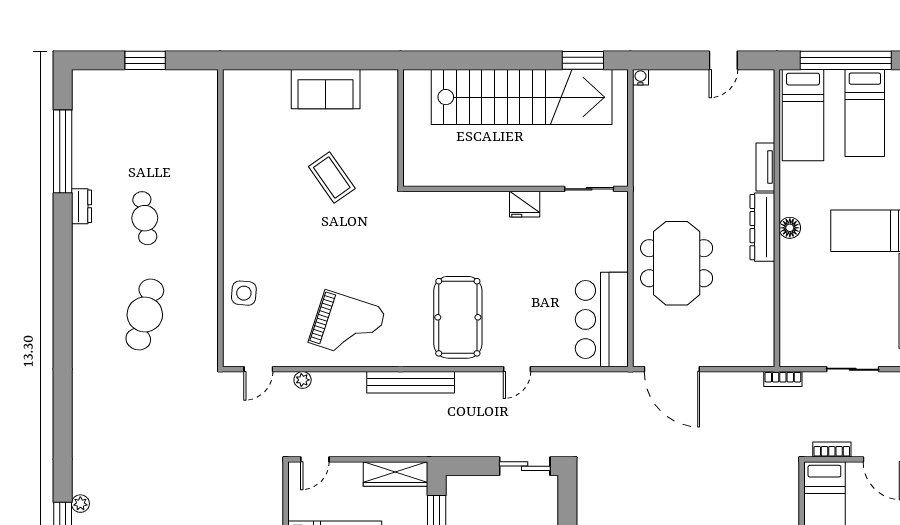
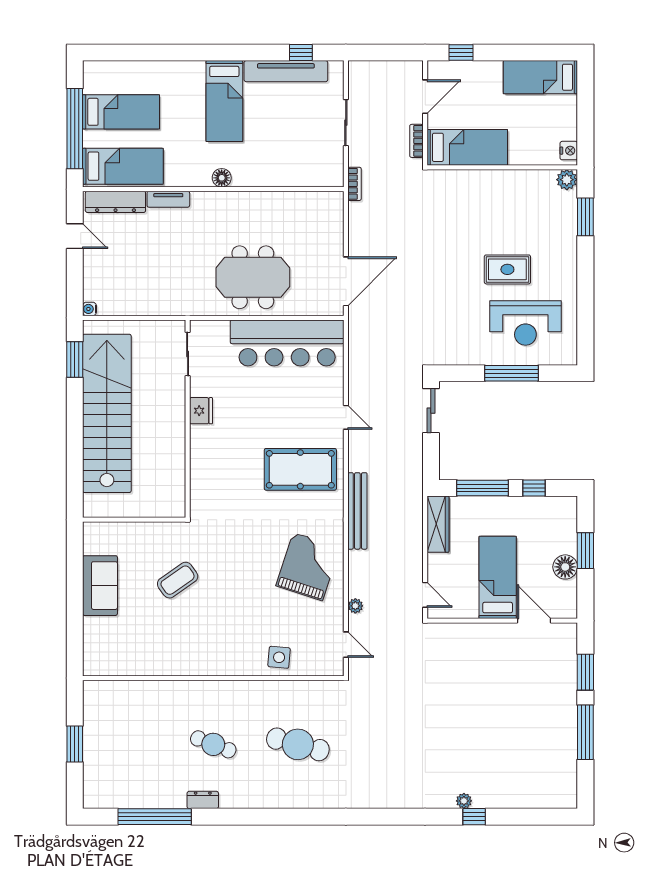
cafe table: (145, 218) -> (213, 744), turned 30
dresser: (762, 227) -> (115, 202), moved
bar counter: (602, 319) -> (287, 343), width x1.36

